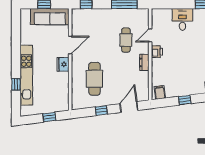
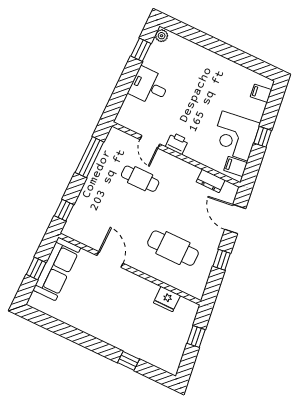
dresser: (144, 62) -> (211, 181), moved
fridge: (63, 64) -> (167, 299), moved
kitchen unit: (26, 75) -> (123, 340), removed
corner desk: (178, 84) -> (235, 136), added

